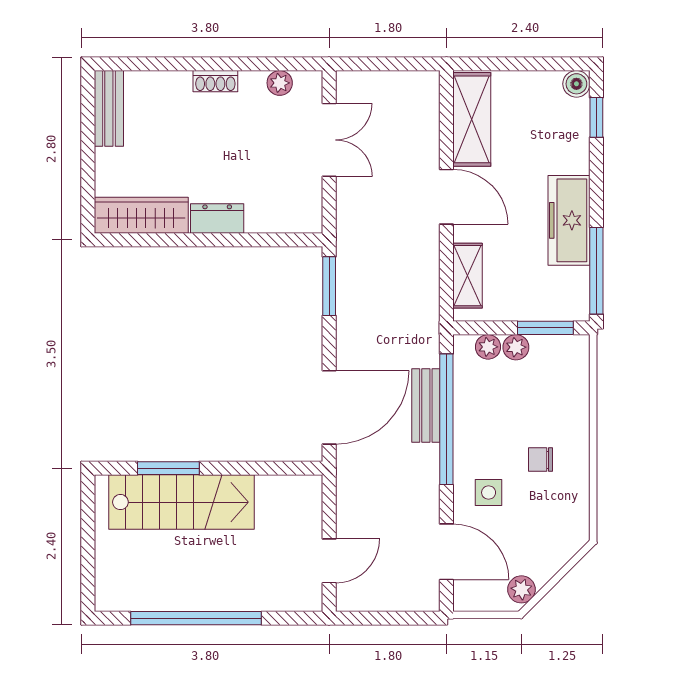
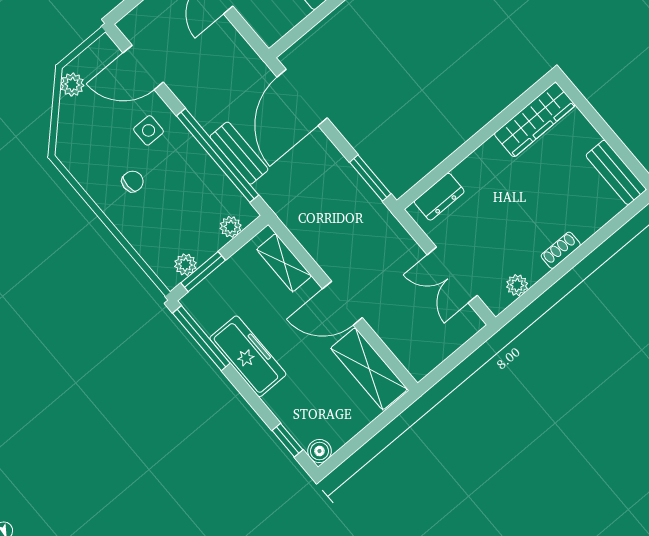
dresser: (217, 218) -> (439, 197), moved
plant: (516, 347) -> (185, 265), moved

